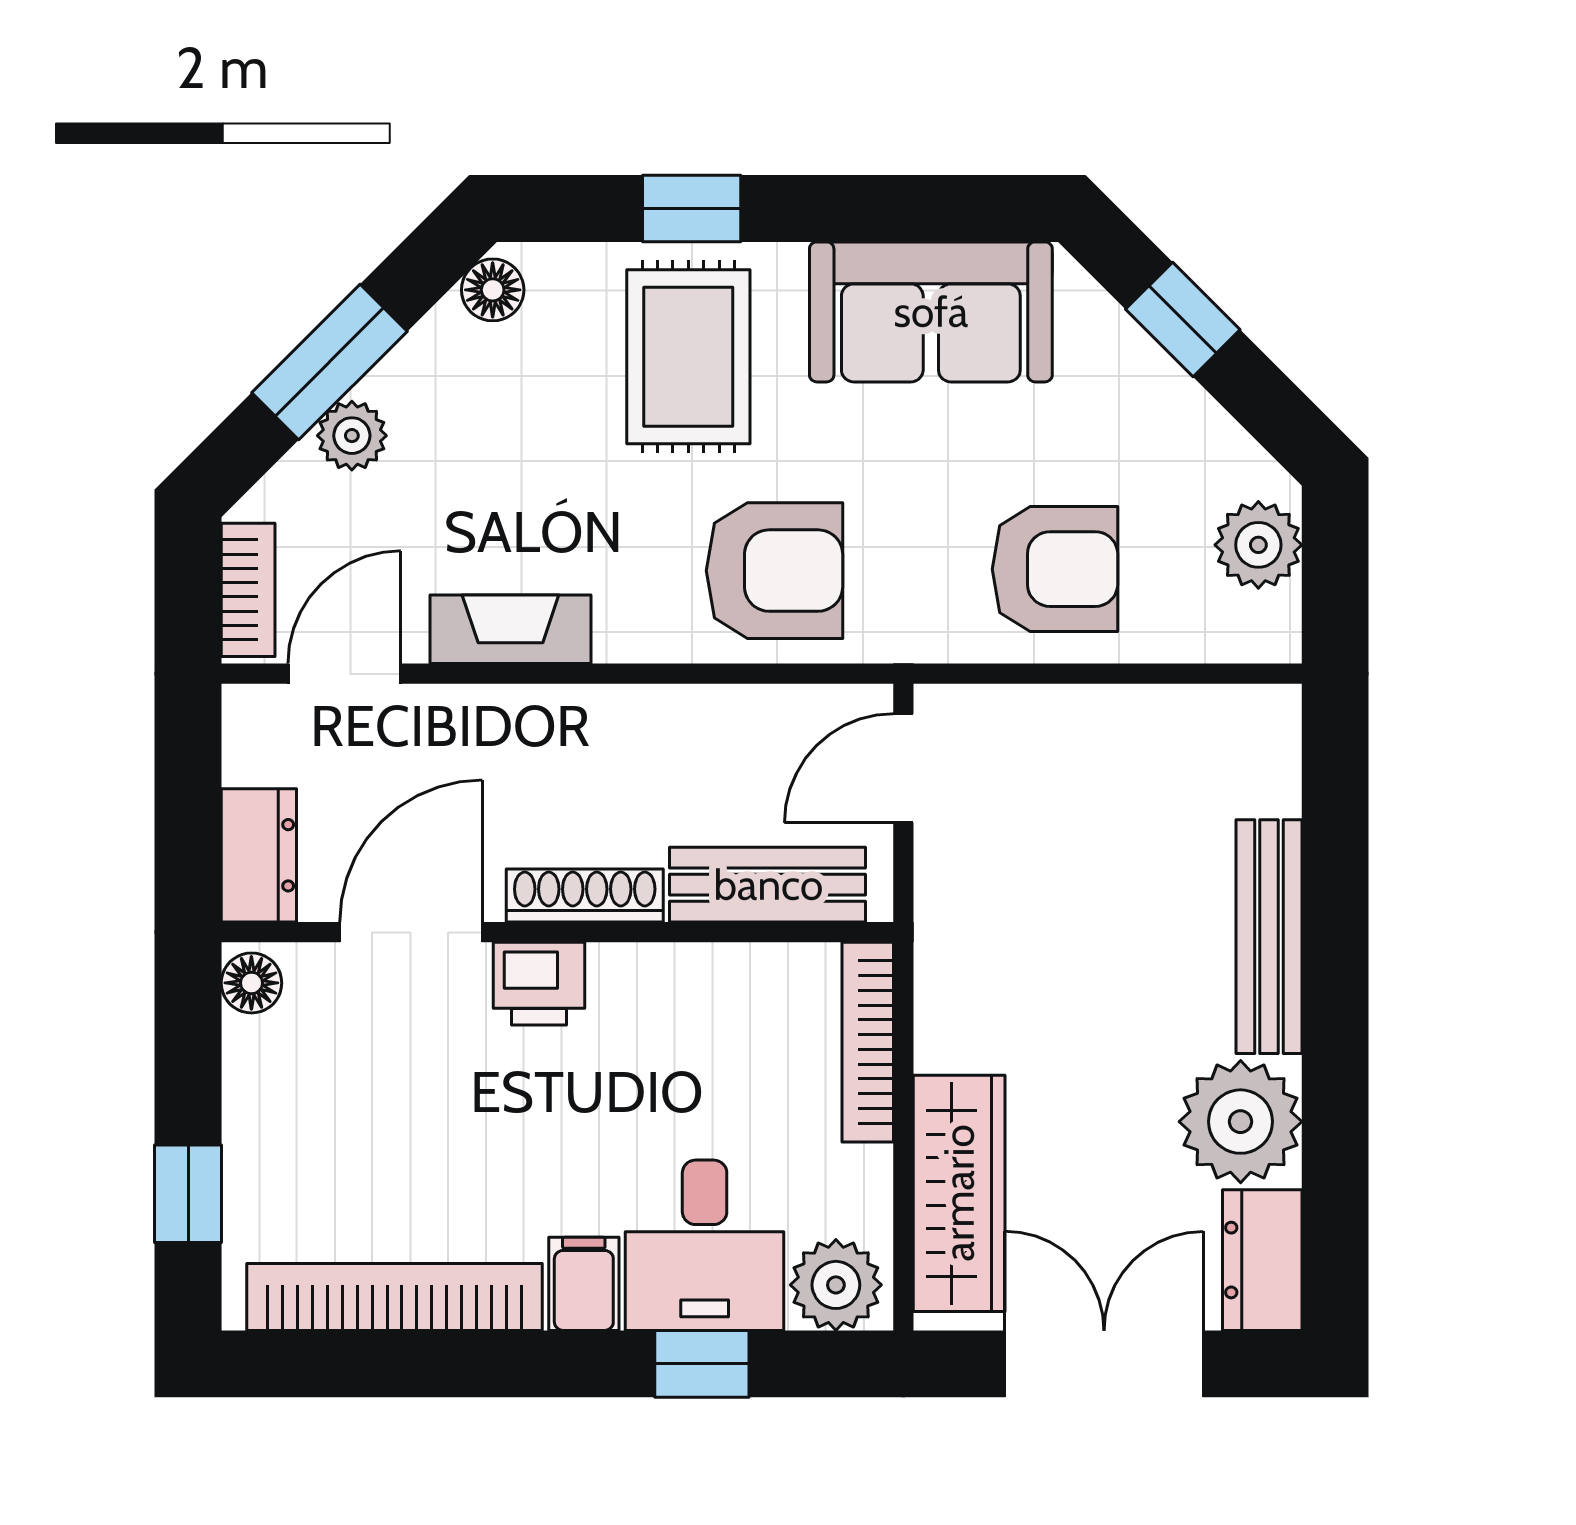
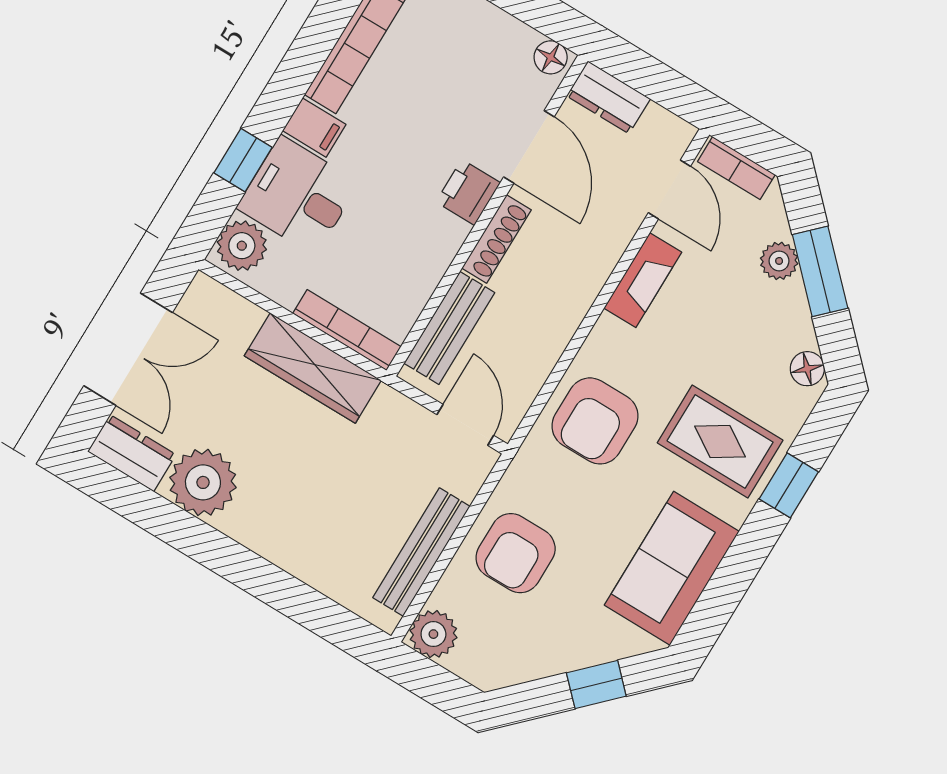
plant: (1258, 545) -> (433, 634), moved
bench: (1269, 937) -> (421, 552), moved, turned 90
wardrobe: (959, 1193) -> (313, 368), moved

